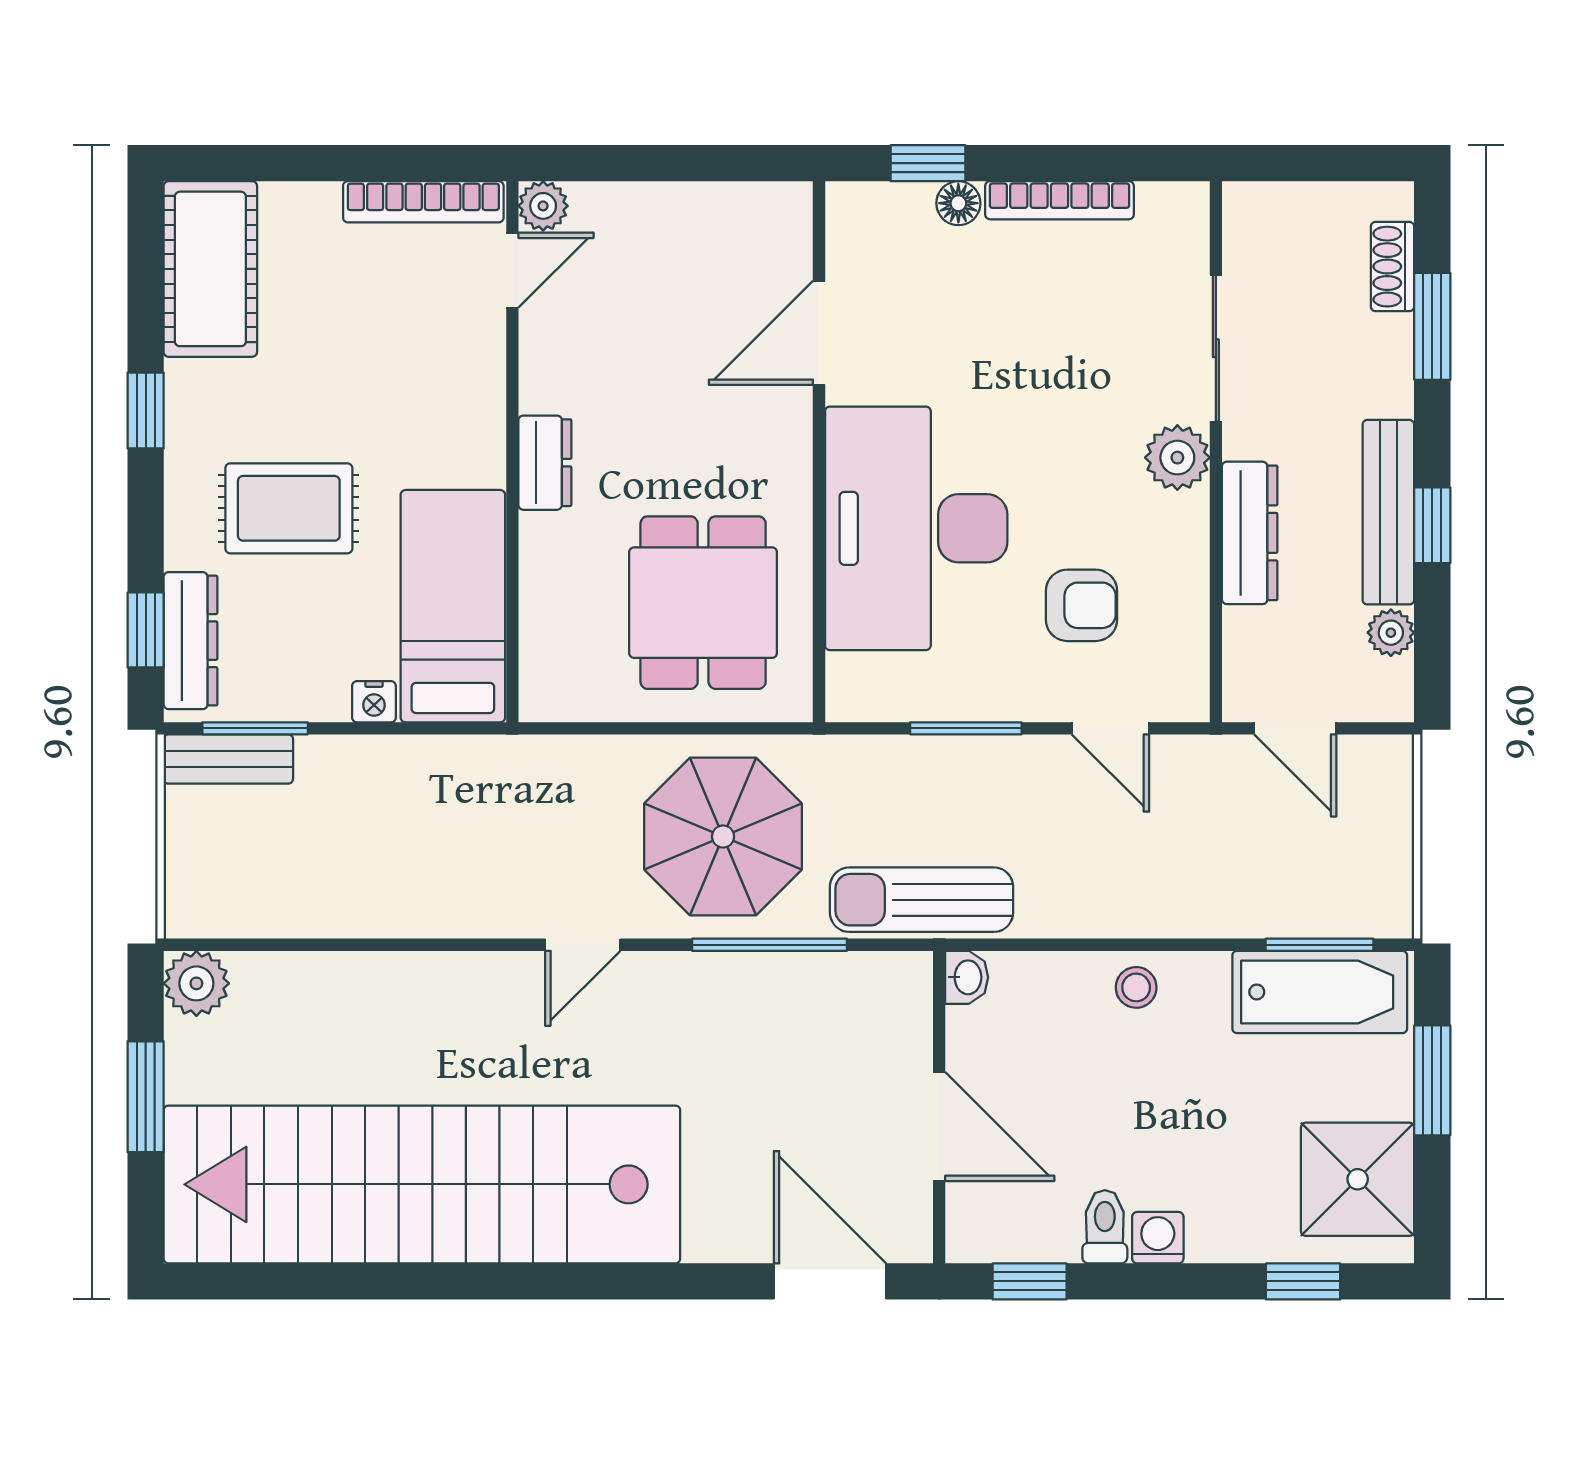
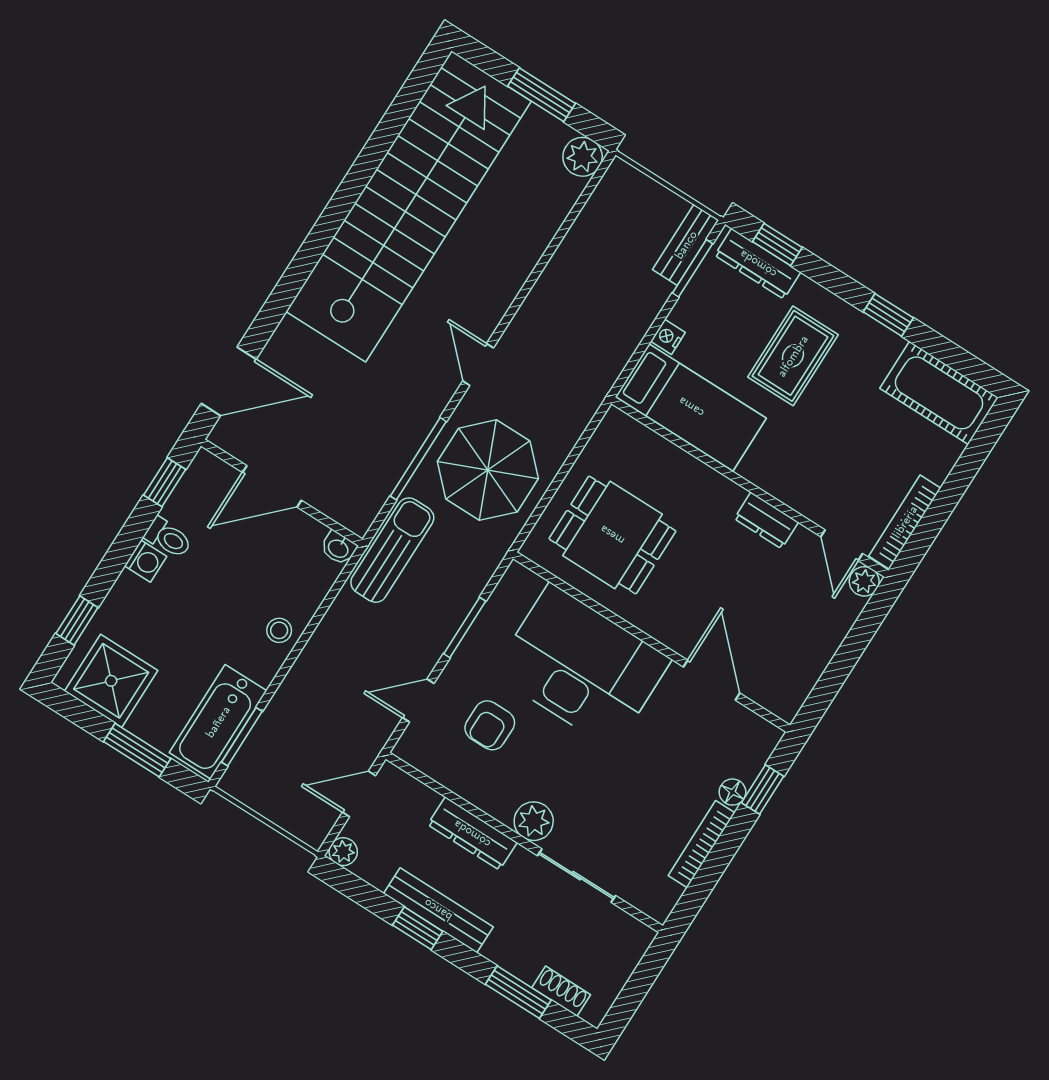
dresser: (545, 463) -> (766, 520), moved
plant: (1391, 633) -> (343, 852), moved

